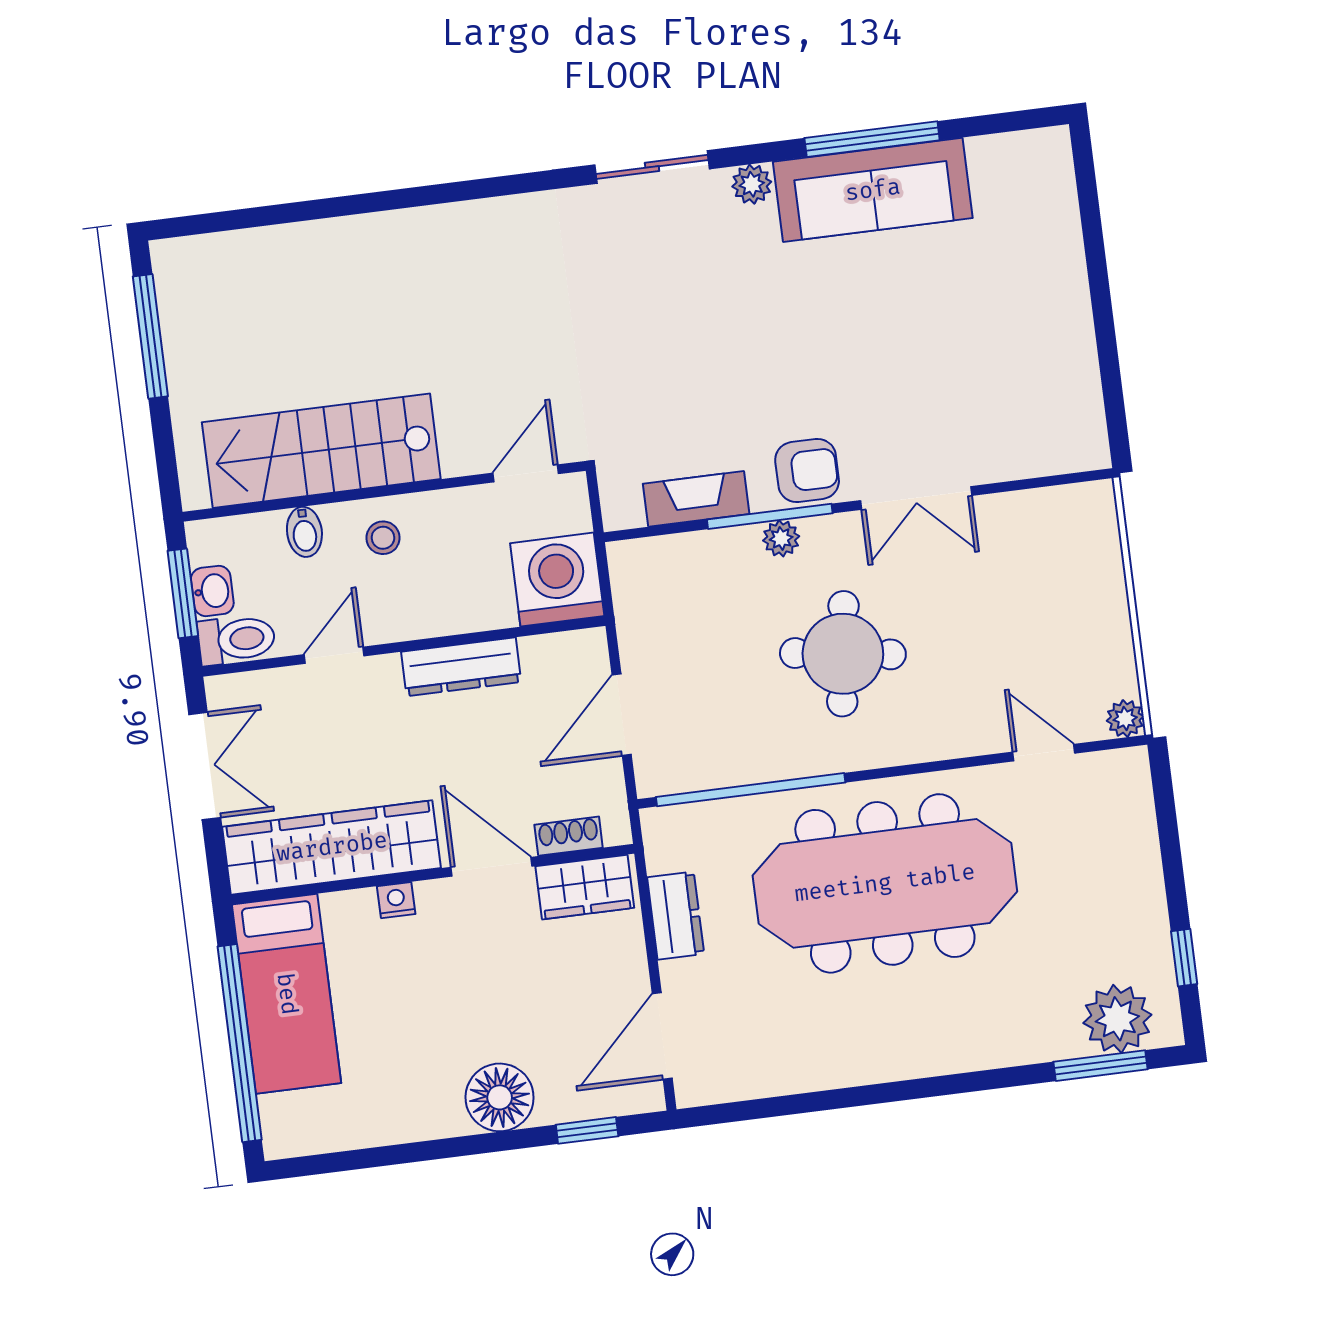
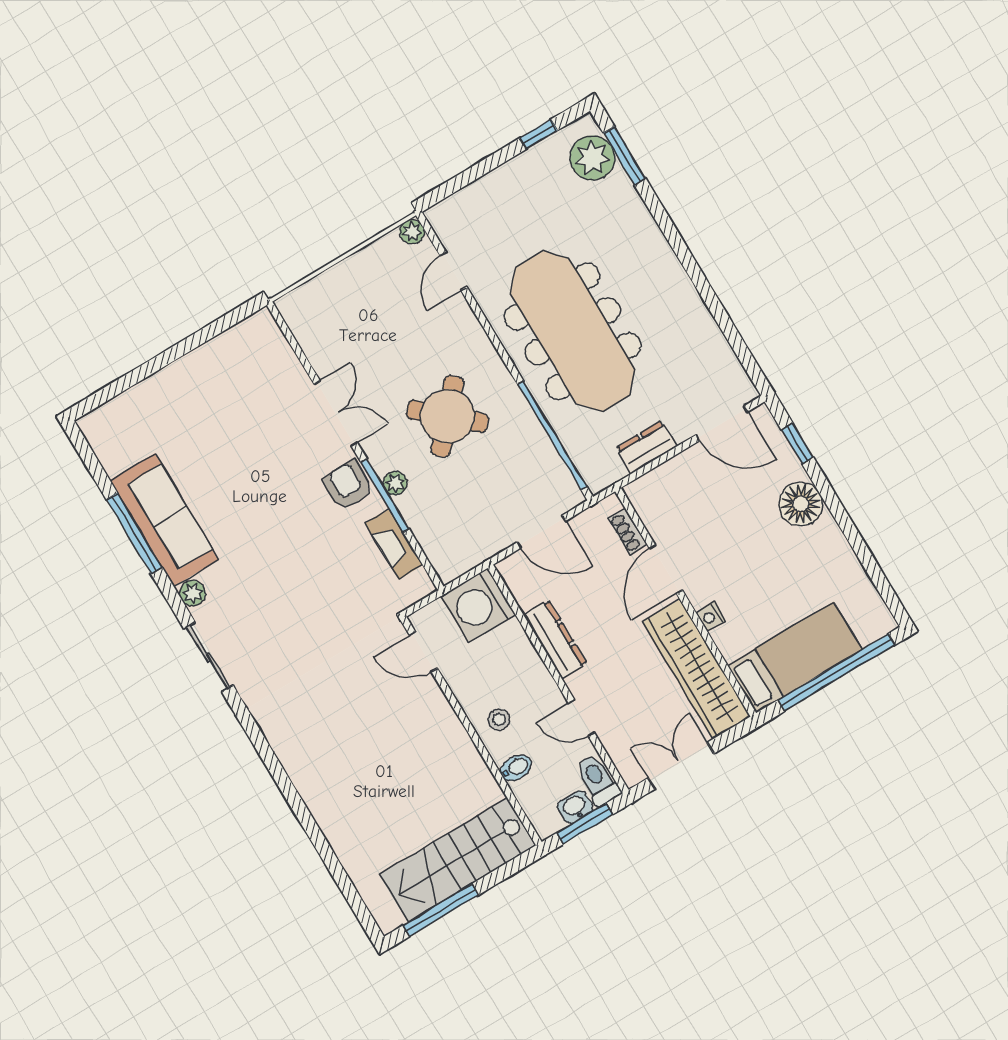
stairs: (321, 451) -> (458, 860), moved, turned 90
round table: (843, 654) -> (447, 416), turned 34
wardrobe: (585, 887) -> (653, 508), removed

